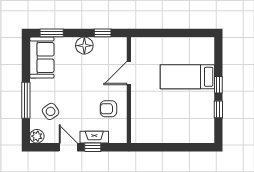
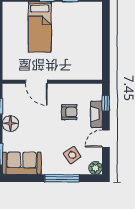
armchair: (108, 109) -> (69, 112), moved, turned -90
window: (93, 147) -> (106, 103), moved

